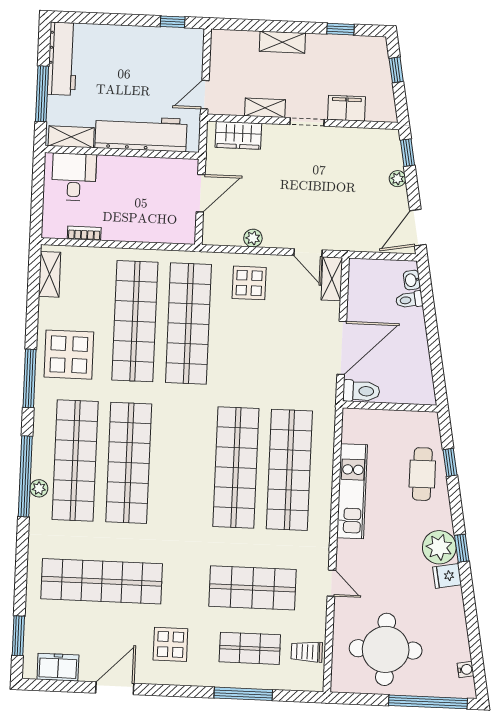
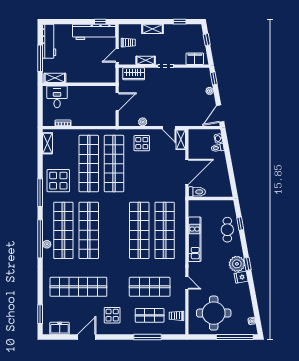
trolley: (230, 69) -> (128, 43), added
filing cabinet: (347, 108) -> (195, 59), moved
workbench: (141, 134) -> (94, 32), moved, turned 180

